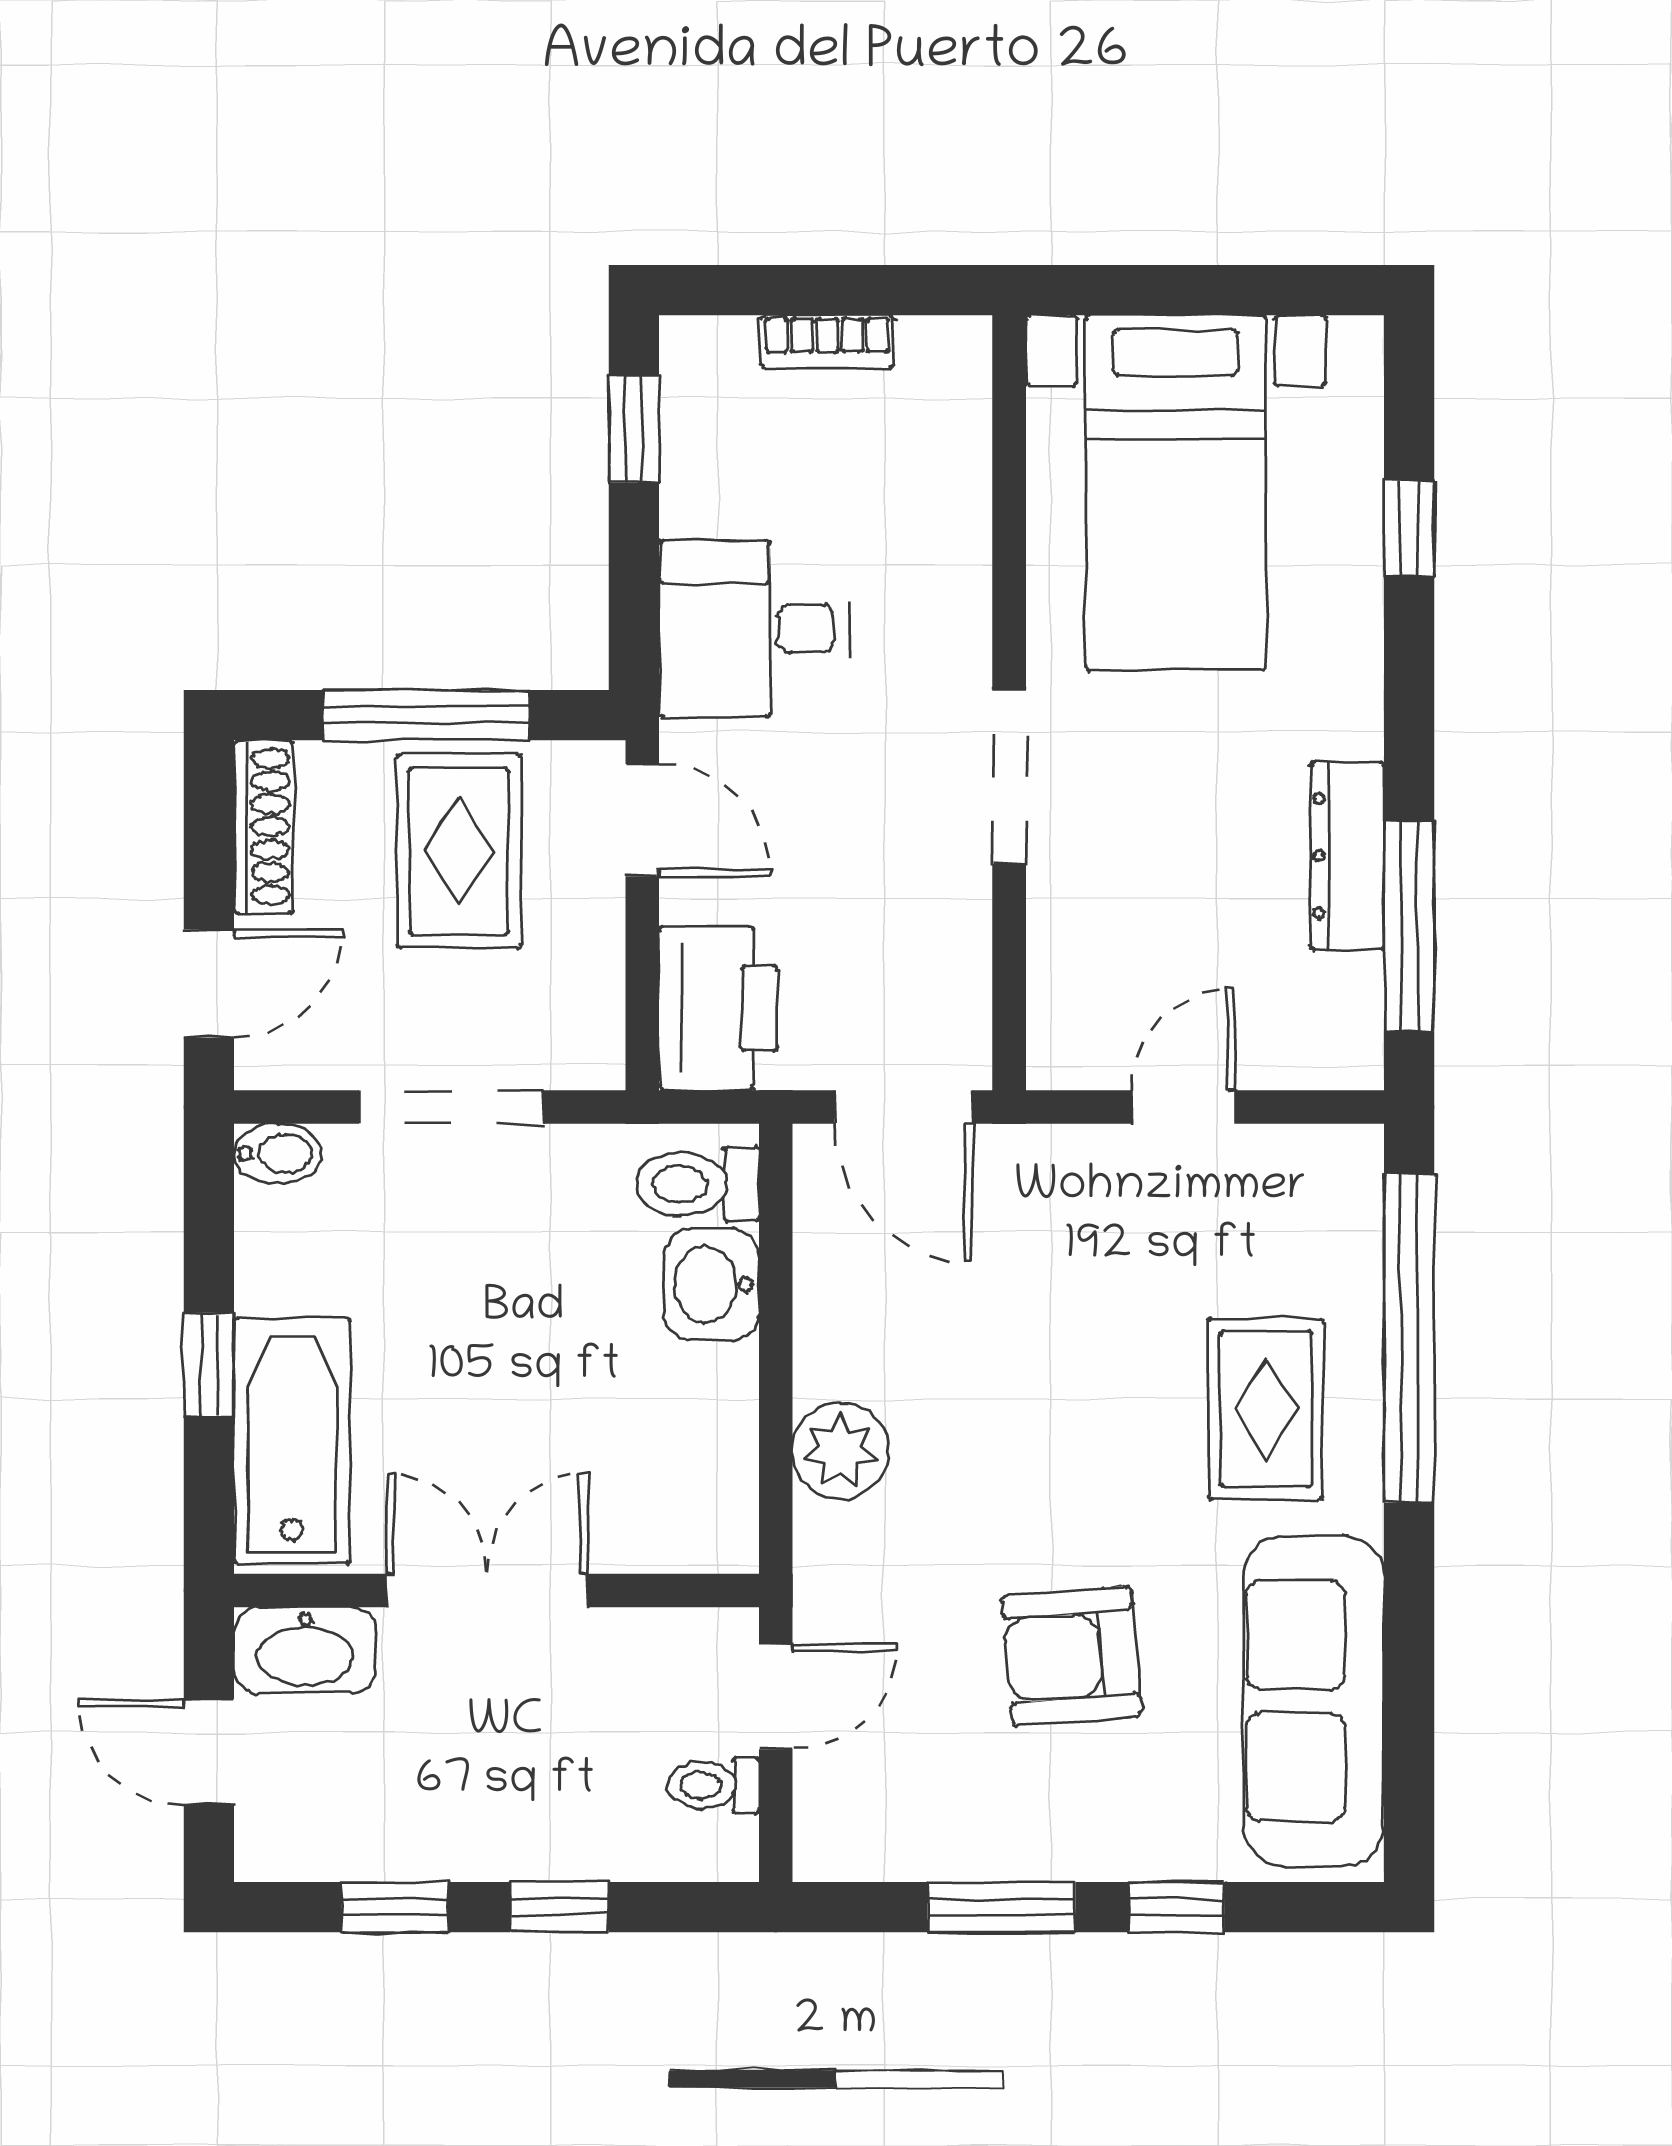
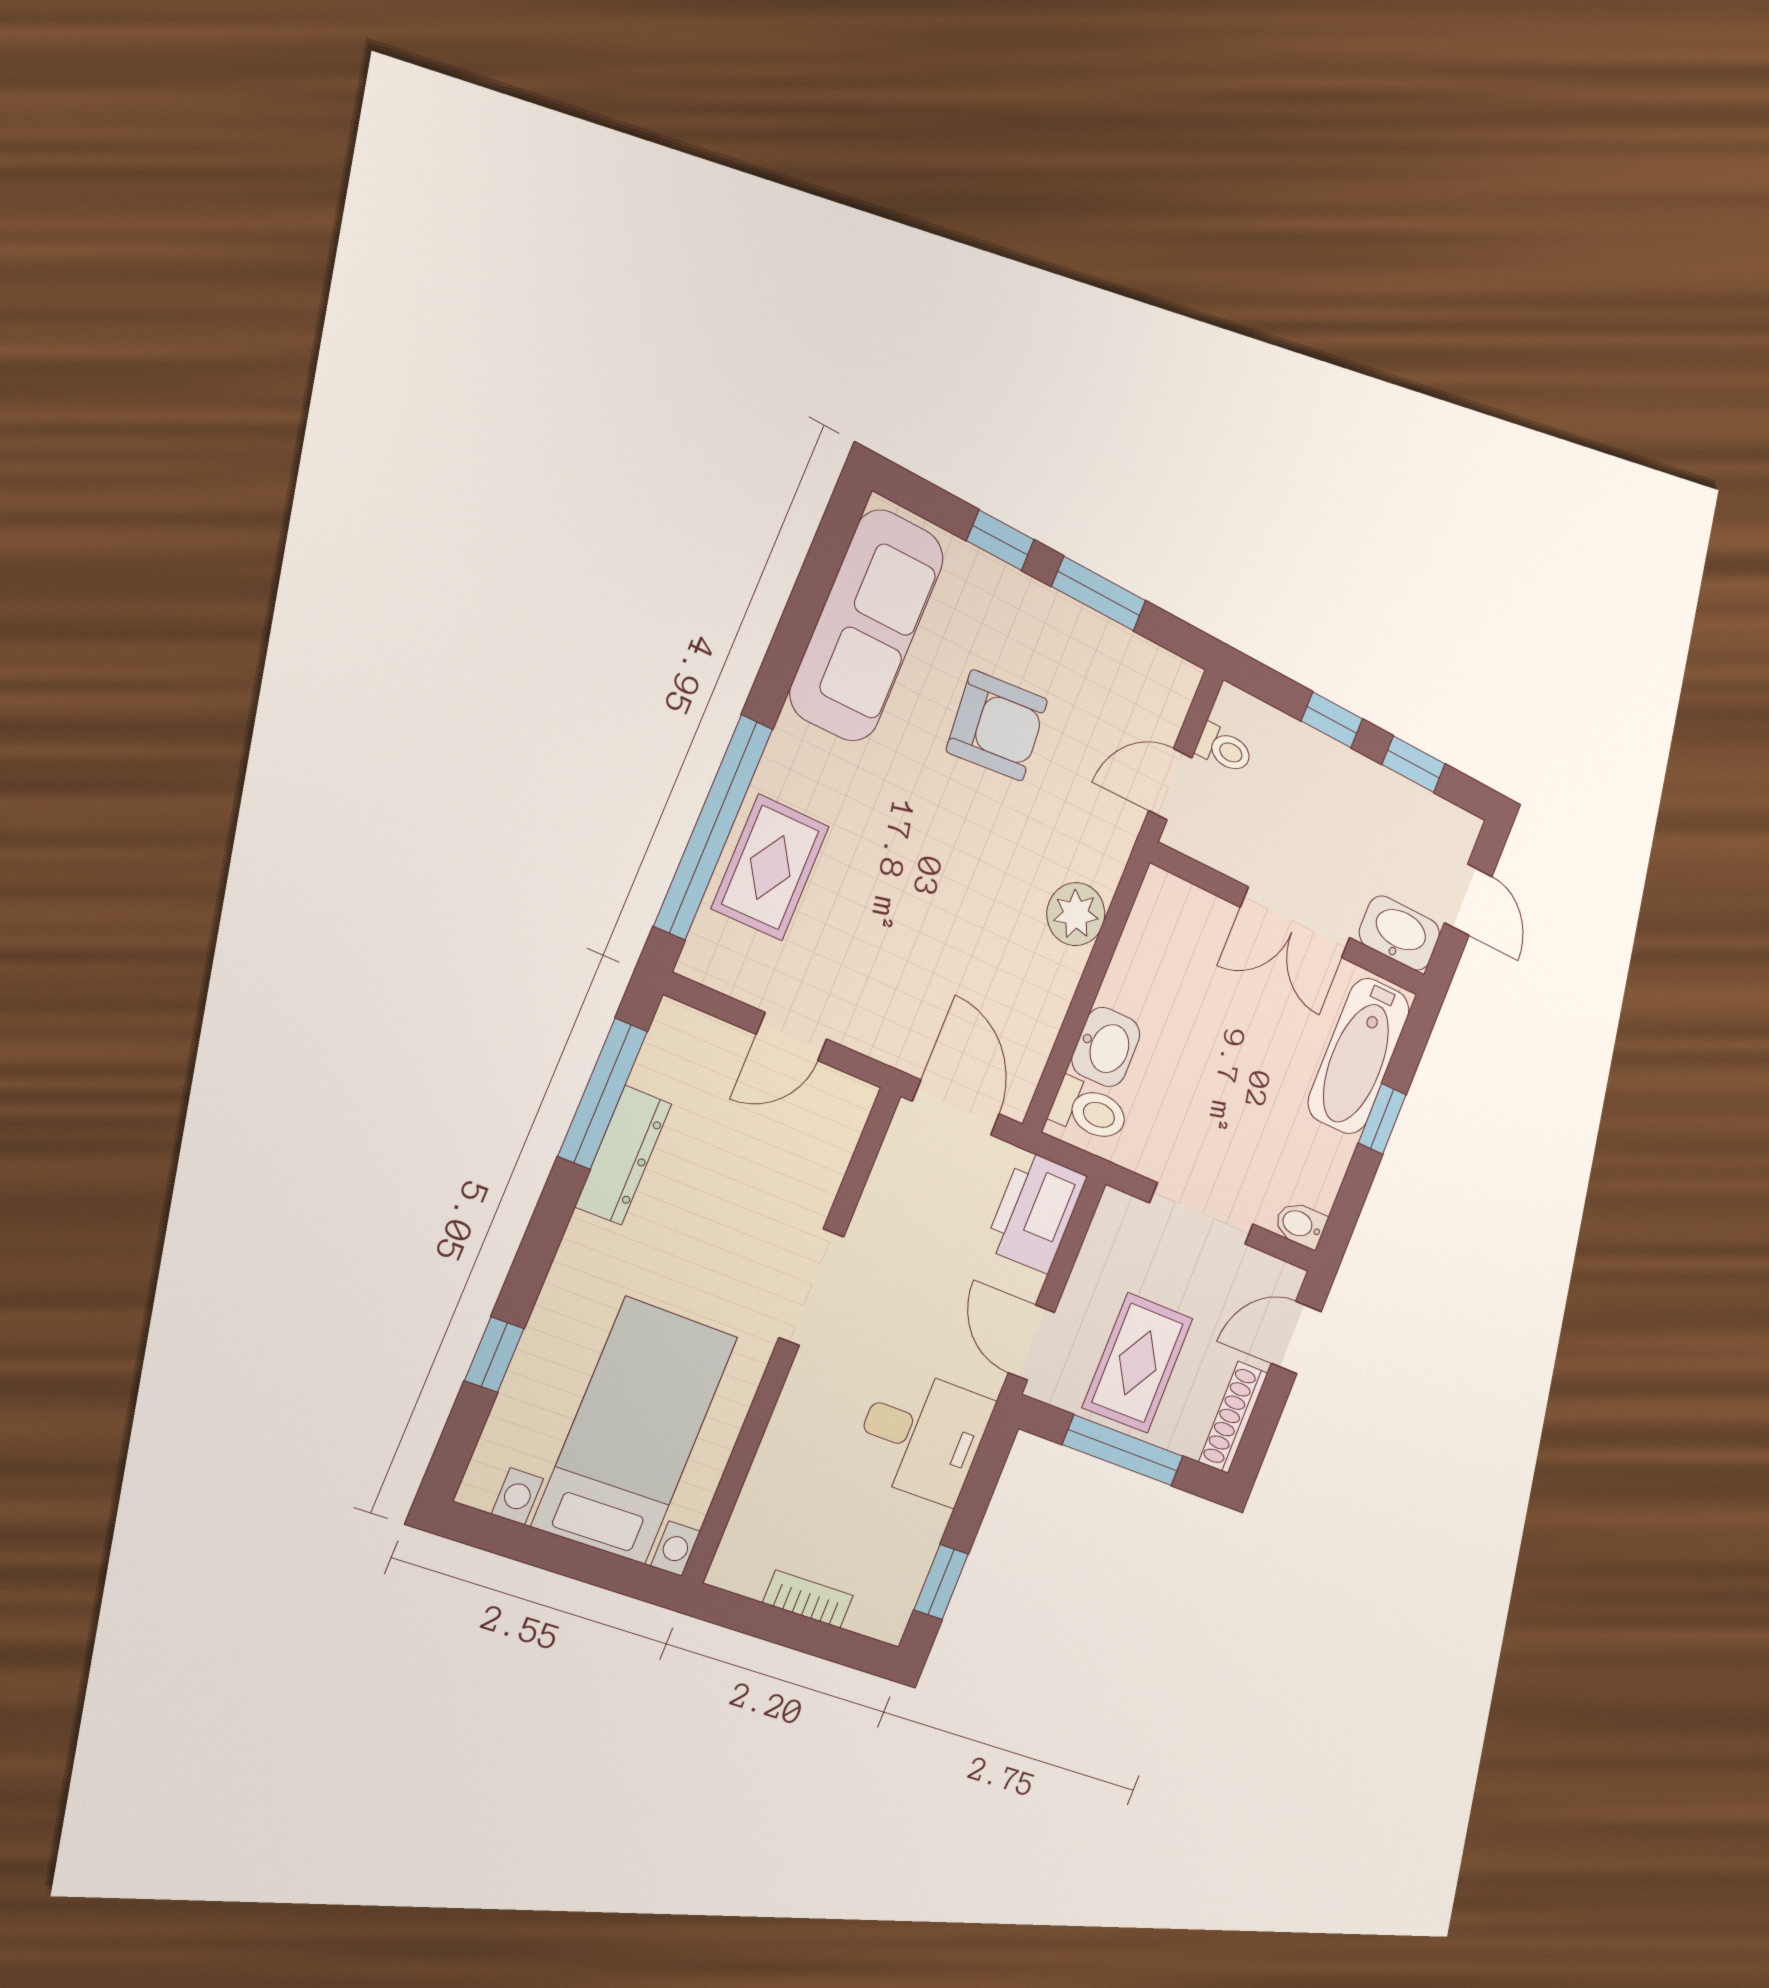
rug: (1266, 1409) -> (770, 867), moved

